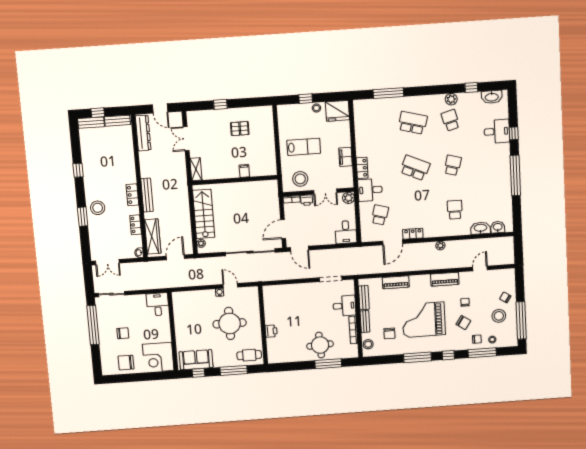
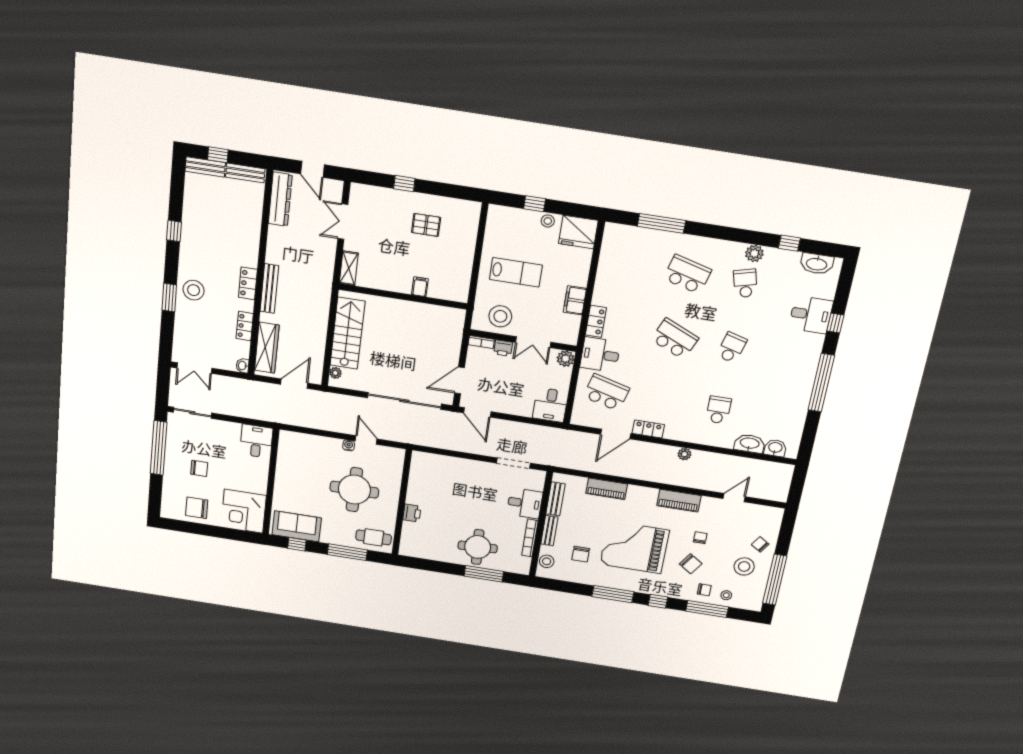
school desk: (380, 215) -> (606, 392), width x1.85

